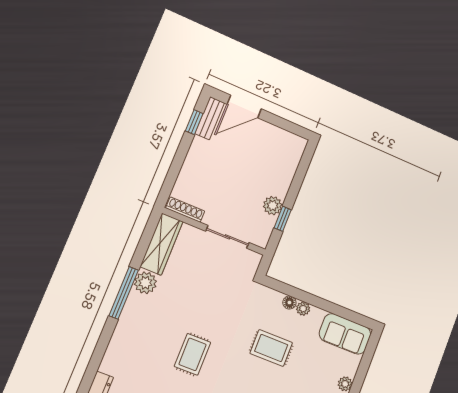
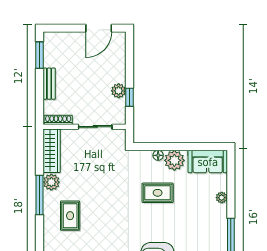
door: (244, 106) -> (99, 28), moved
bench: (210, 118) -> (49, 84), moved
window: (194, 122) -> (40, 55), width x1.50
plant: (303, 309) -> (174, 160), width x1.88, depth x1.88
rug: (192, 354) -> (70, 216), moved

